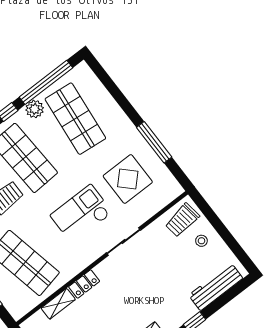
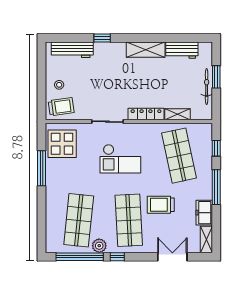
display table: (128, 179) -> (62, 144), moved
locker: (84, 284) -> (146, 114), width x1.53

